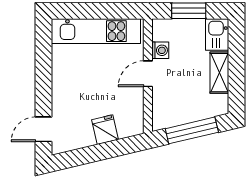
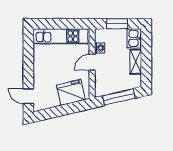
door: (44, 129) -> (28, 96), hinge flipped
fridge: (105, 130) -> (71, 92), width x1.88, depth x1.34

